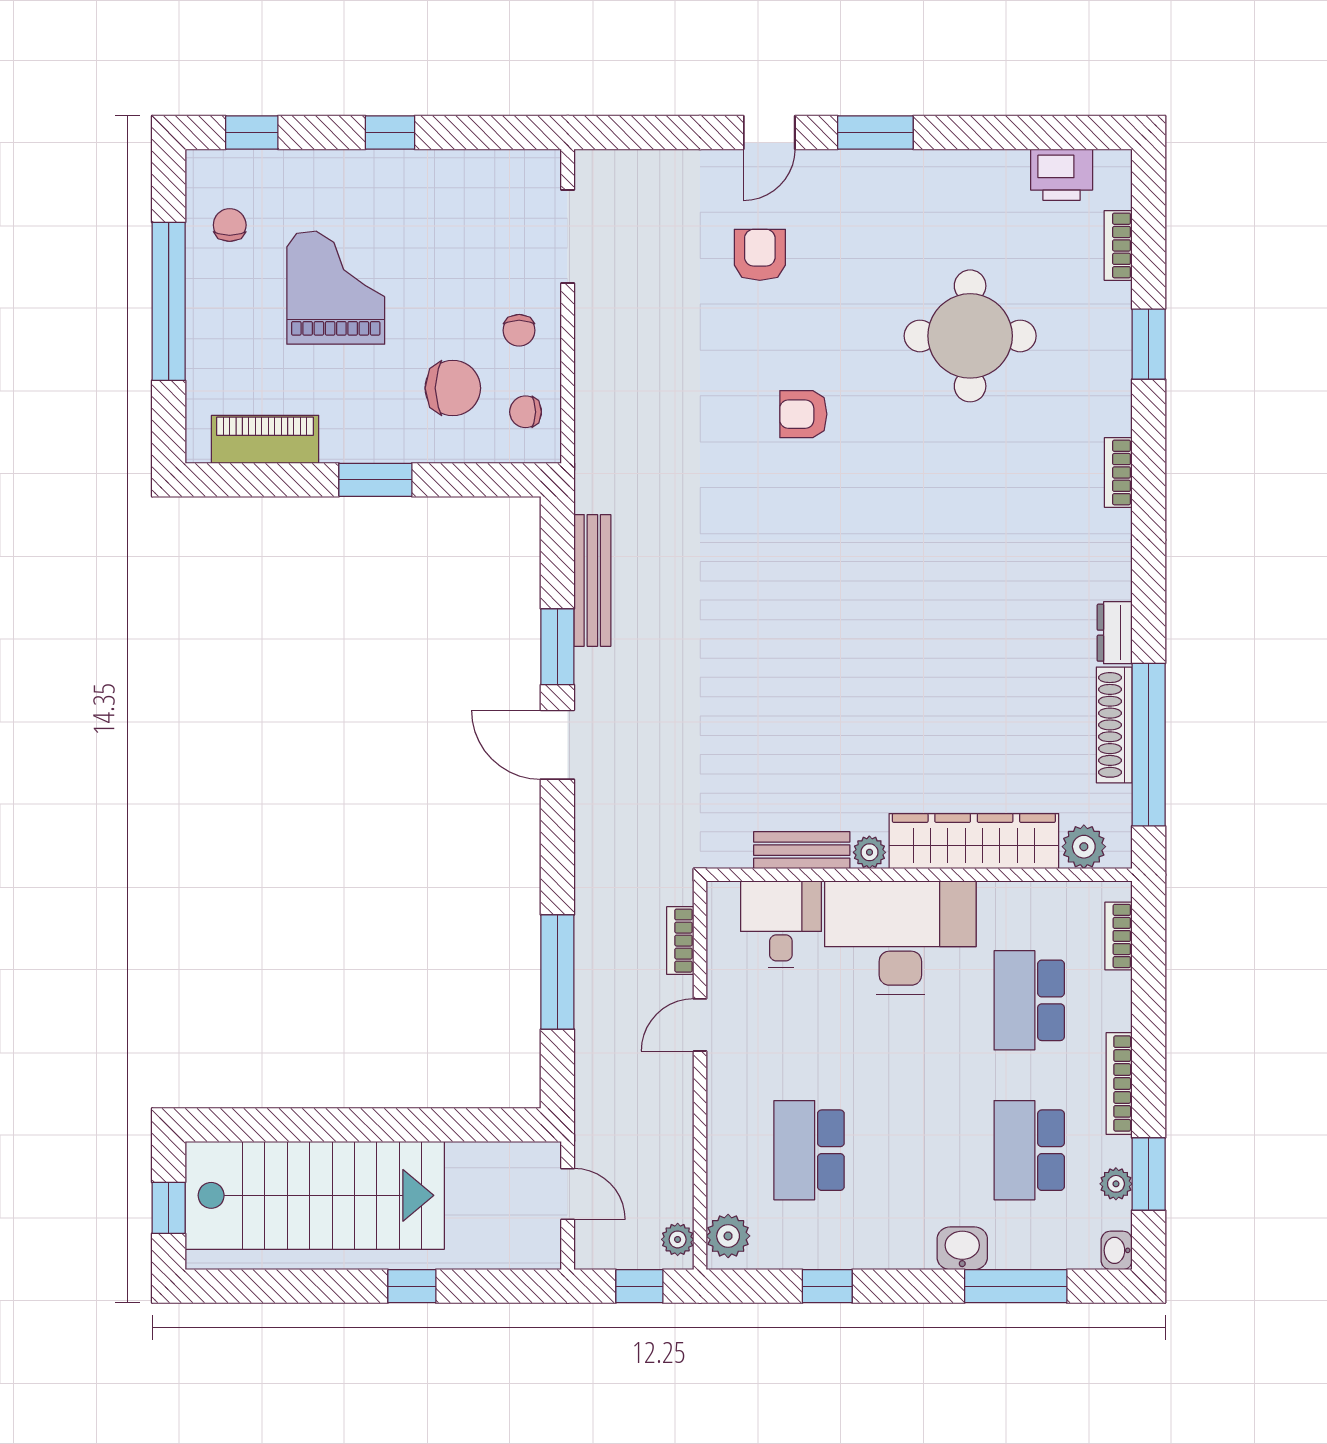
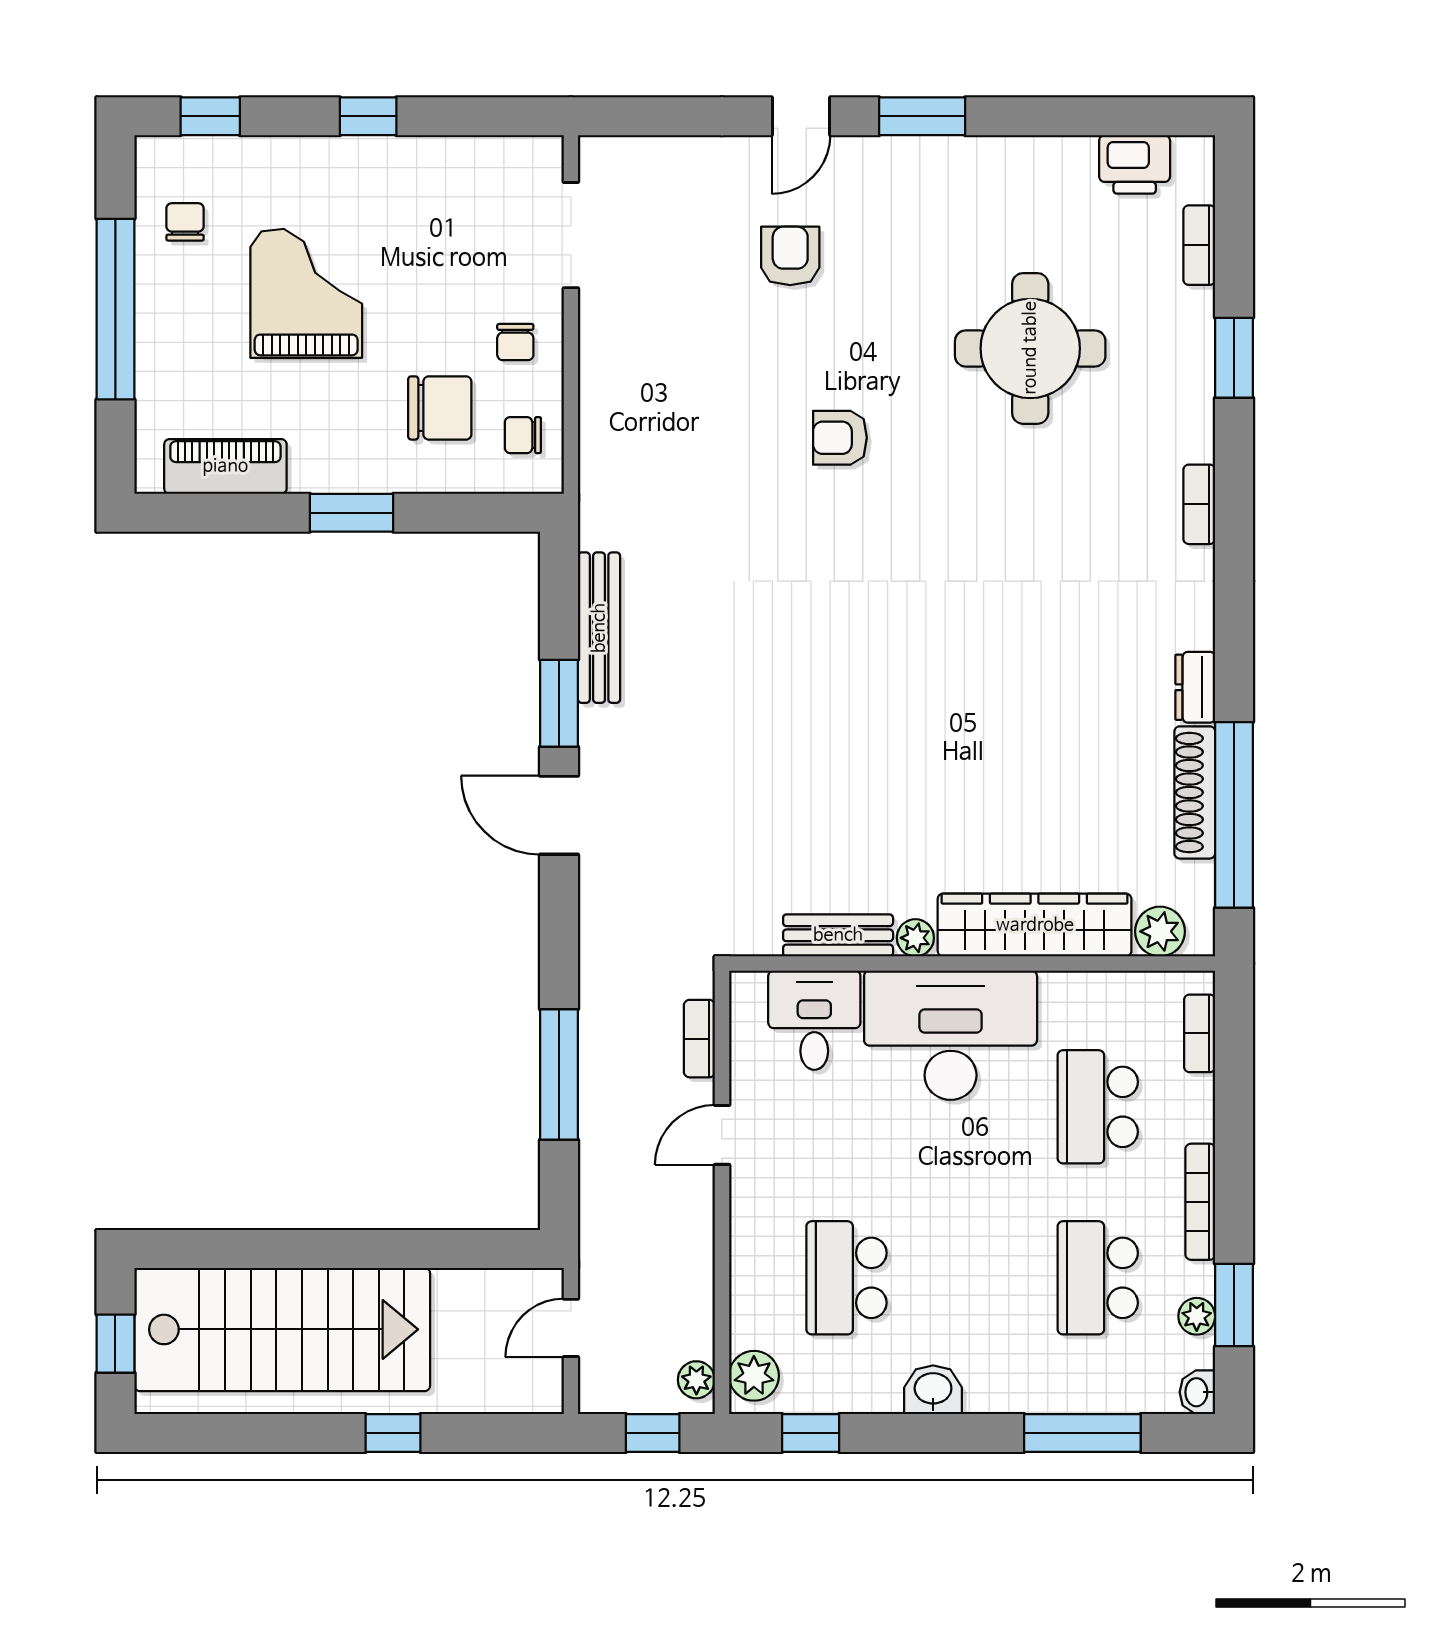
door: (568, 1194) -> (571, 1328), swing flipped
washbasin: (962, 1248) -> (933, 1390), moved
window: (827, 1286) -> (811, 1433), moved

